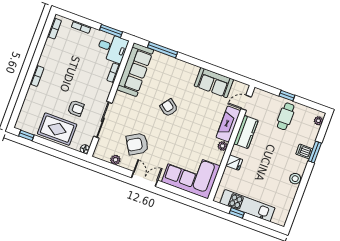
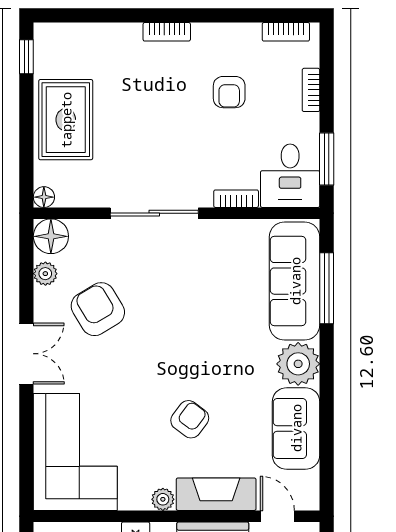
sofa: (135, 70) -> (295, 281), moved, turned 90
plant: (188, 72) -> (298, 364), added
armchair: (76, 108) -> (229, 92), moved
armchair: (169, 108) -> (190, 419), moved
sliding door: (103, 120) -> (154, 213), moved
floor lamp: (101, 152) -> (51, 236), added

